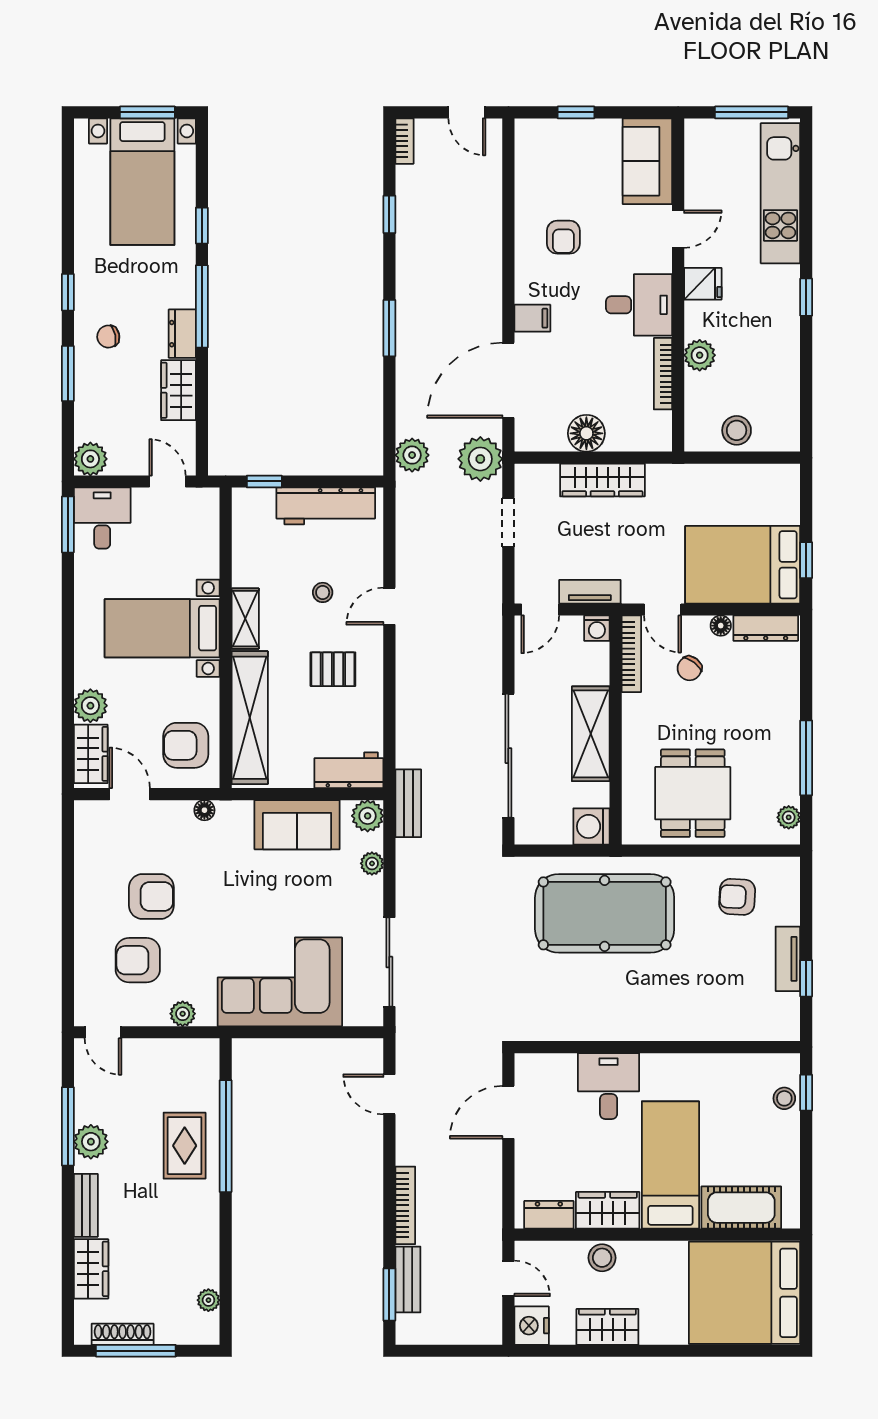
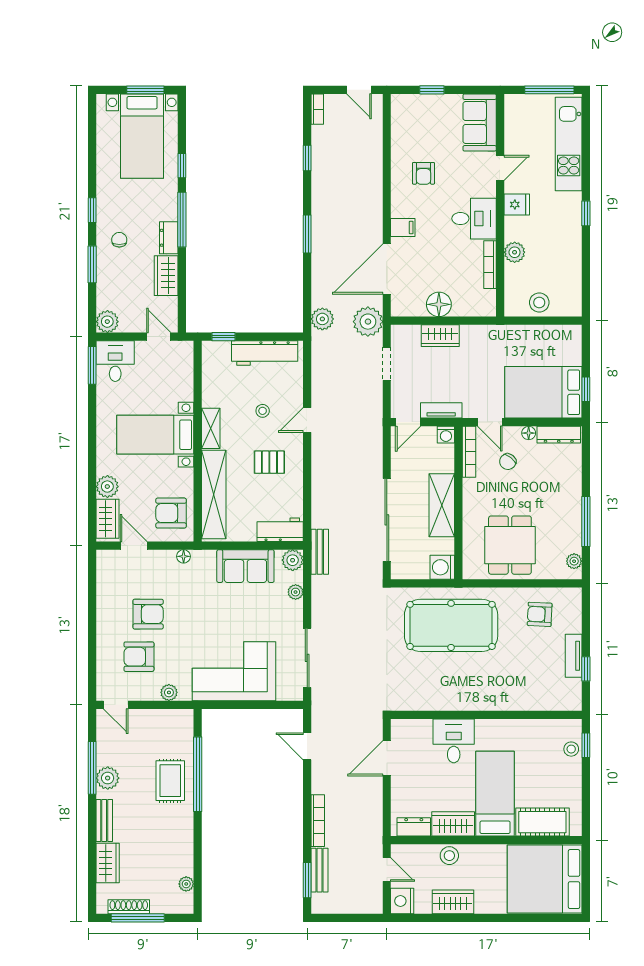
chair: (108, 337) -> (119, 240), turned 101
wardrobe: (602, 480) -> (440, 336), width x0.67

